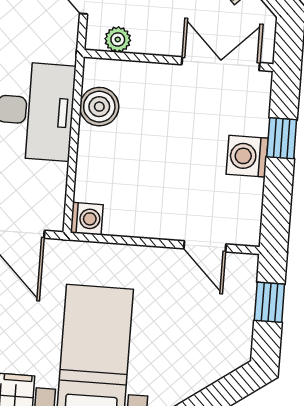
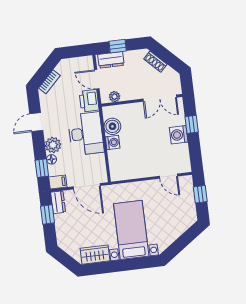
printer: (58, 37) -> (89, 101), added
double door: (221, 64) -> (160, 98), swing flipped
washing machine: (87, 219) -> (113, 142), moved

